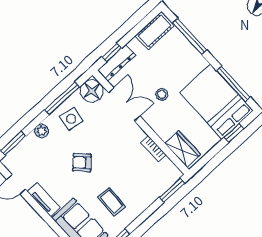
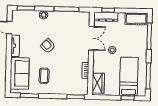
floor lamp: (92, 91) -> (83, 19), removed
bed: (216, 102) -> (129, 77), width x0.67
side table: (71, 119) -> (62, 22), removed

